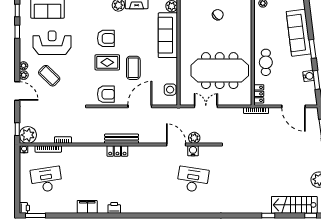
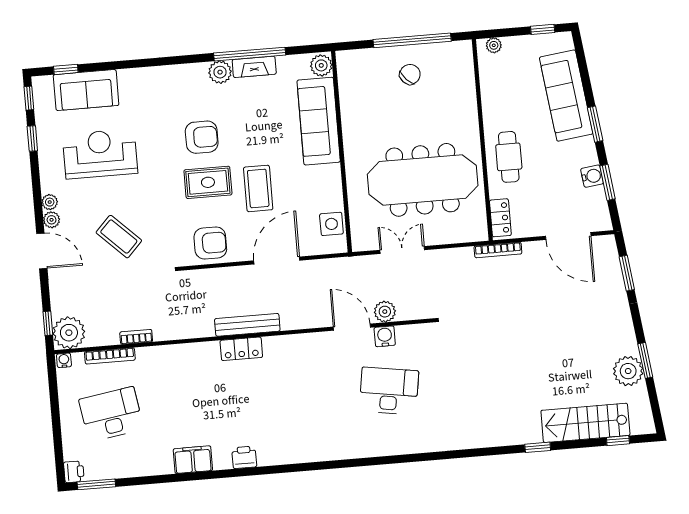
coffee table: (49, 76) -> (119, 237), moved

